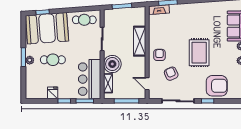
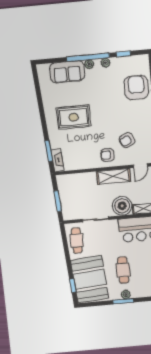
shelving: (140, 41) -> (113, 176), moved
rug: (199, 53) -> (74, 117), moved

